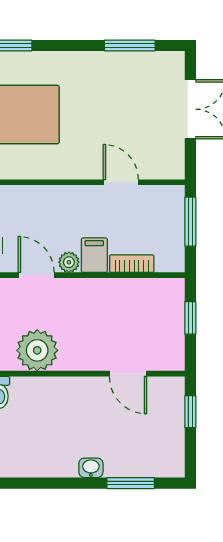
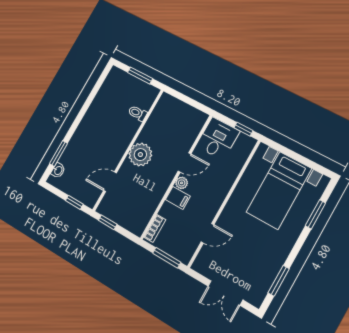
bookcase: (132, 264) -> (155, 228), moved
window: (190, 318) -> (108, 222), moved
plant: (37, 350) -> (140, 155), moved
washbasin: (91, 468) -> (58, 170), moved

